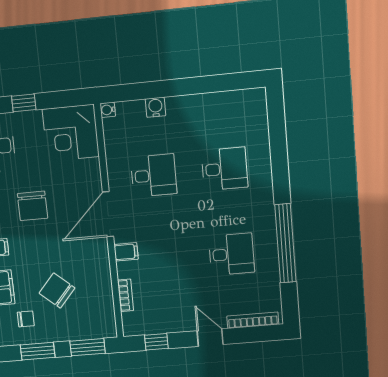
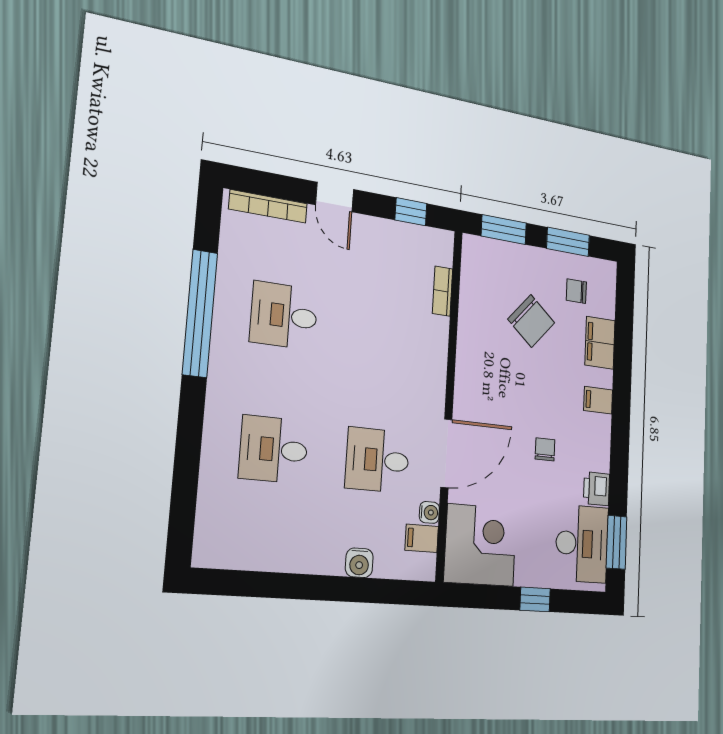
water cooler: (108, 110) -> (429, 512), moved
chair: (33, 206) -> (545, 449), width x0.54, depth x0.54
door: (108, 214) -> (446, 453), moved
filing cabinet: (126, 252) -> (422, 538), moved

